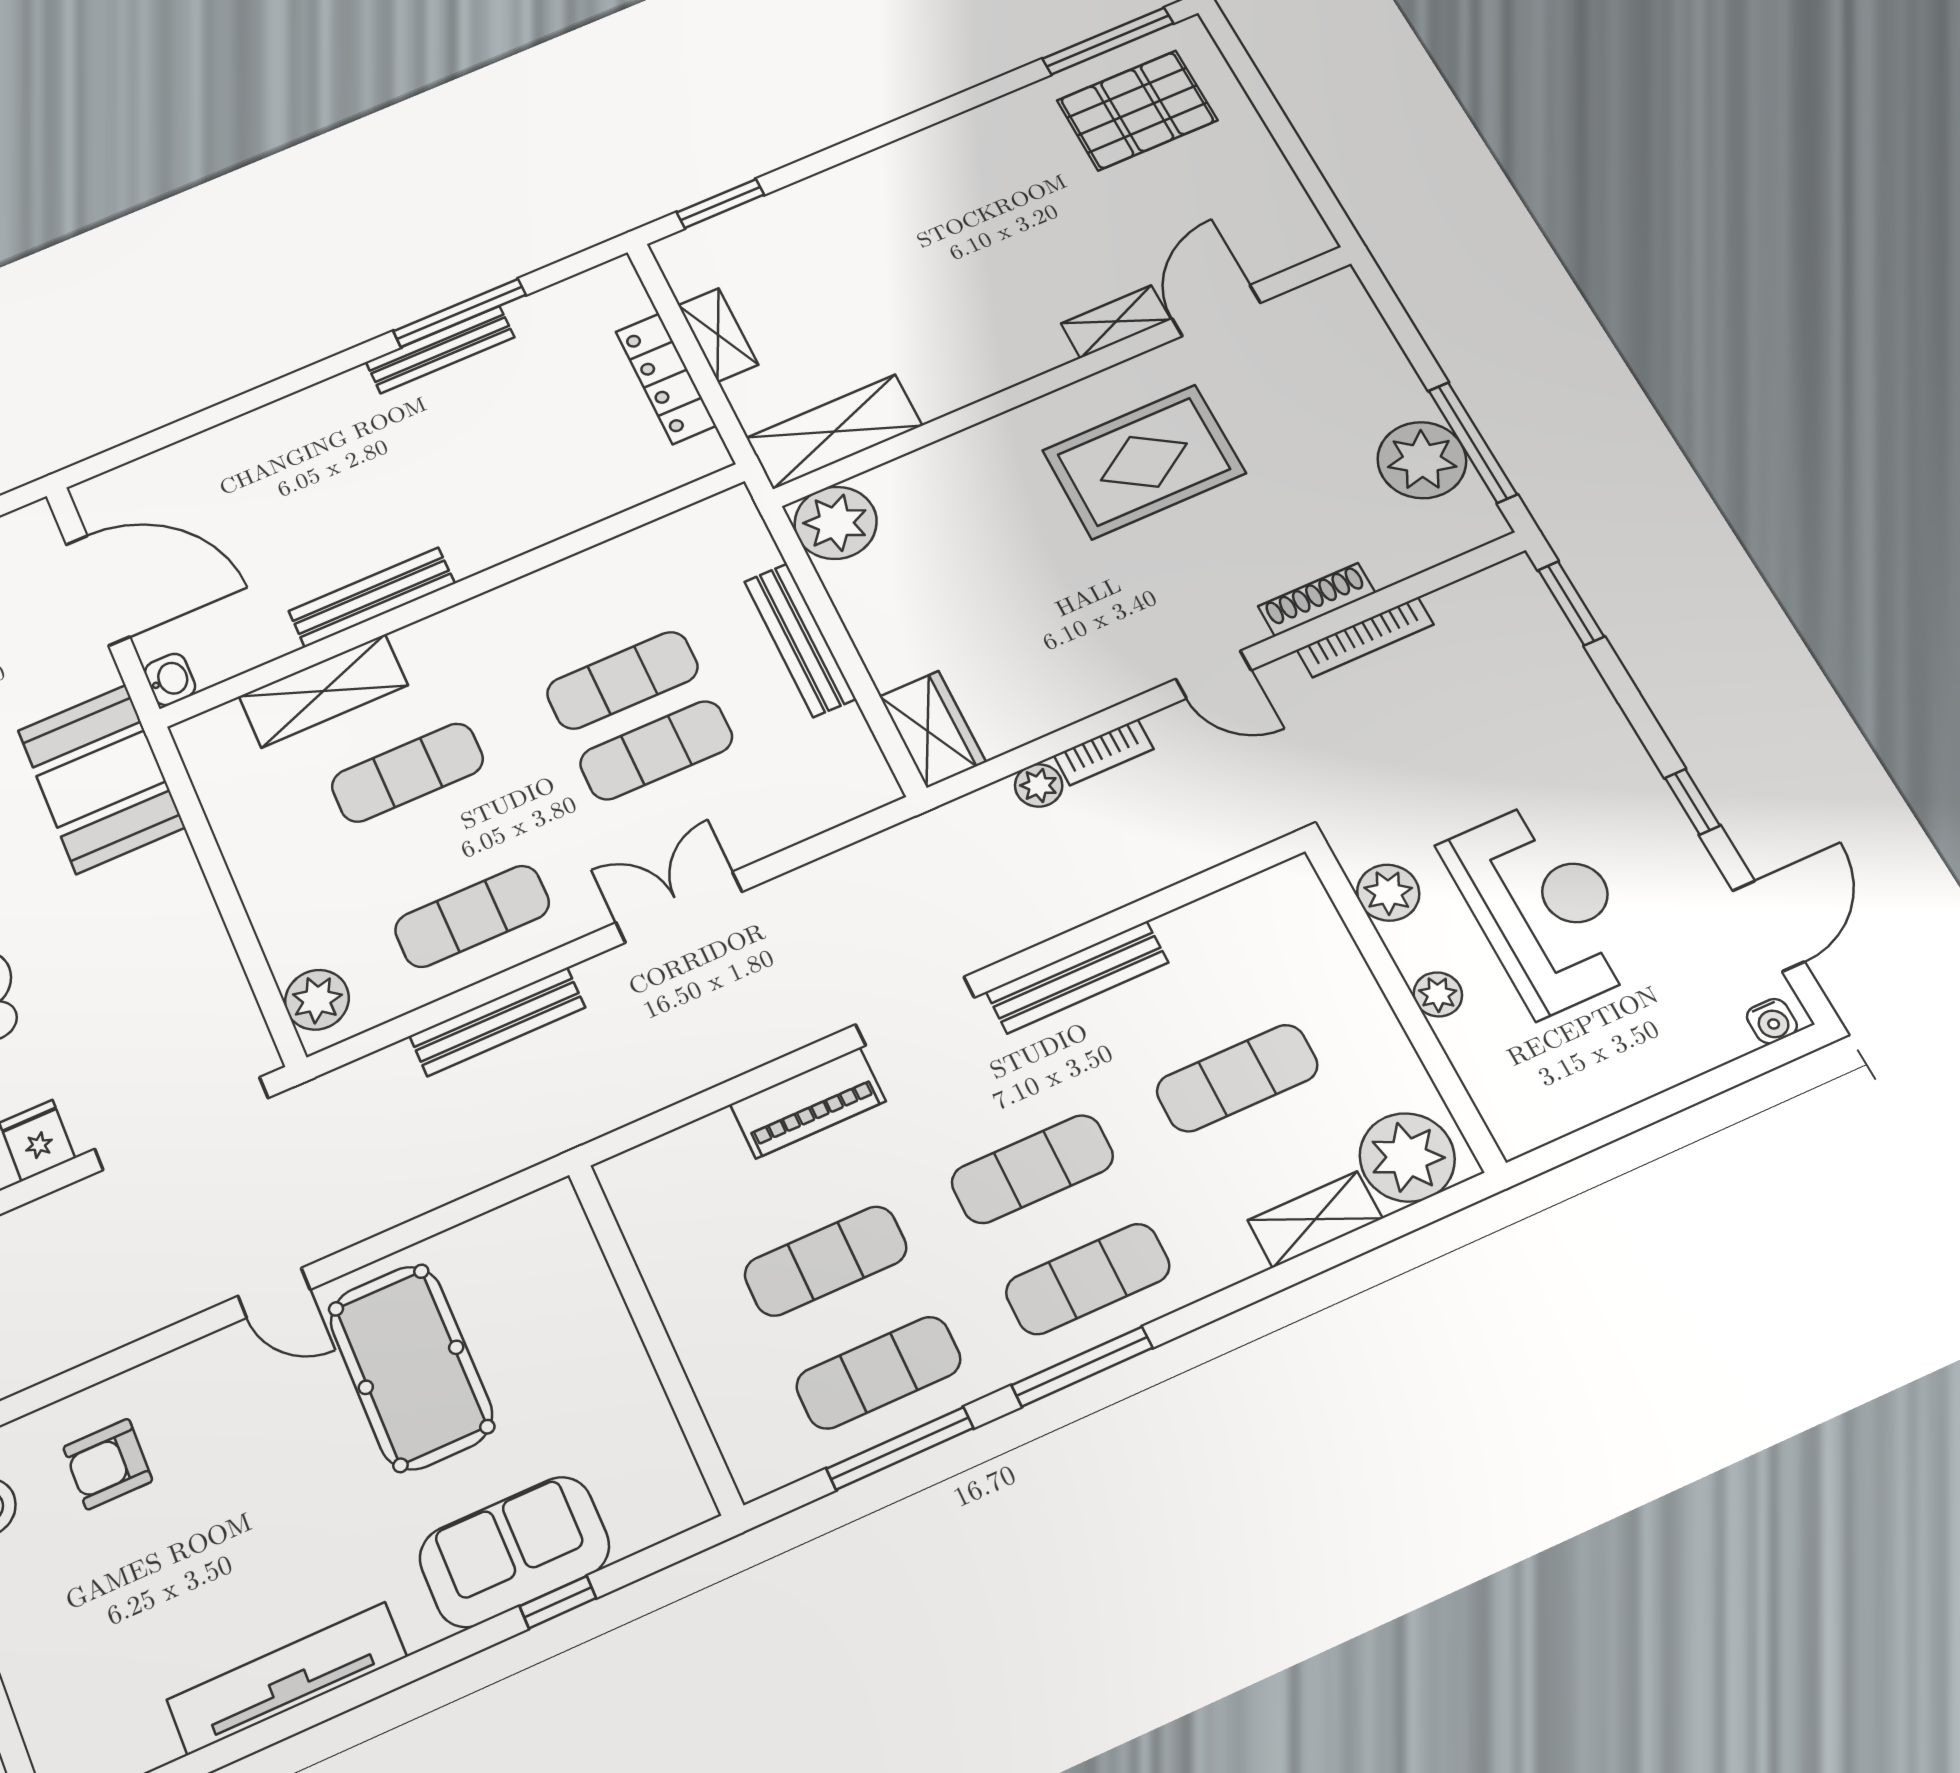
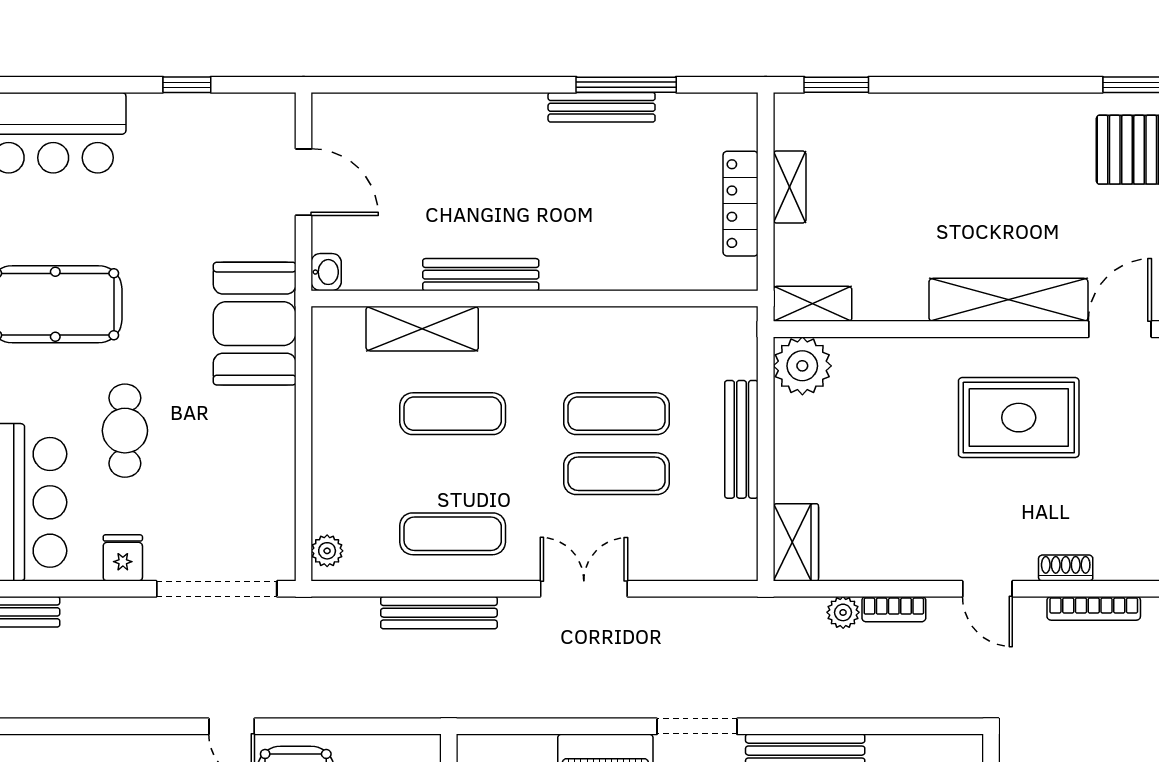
shelving: (1116, 322) -> (1008, 300), width x2.20, depth x1.33
shelving: (834, 432) -> (812, 304), width x0.67, depth x0.75
door: (98, 590) -> (304, 182), width x0.73
shoe rack: (1317, 600) -> (1066, 568), width x0.70
plant: (317, 1000) -> (327, 551), width x0.73, depth x0.73

